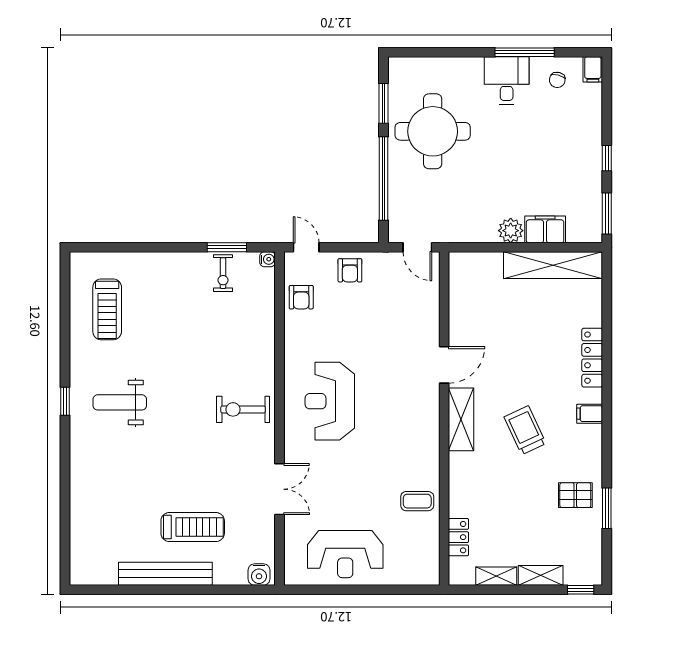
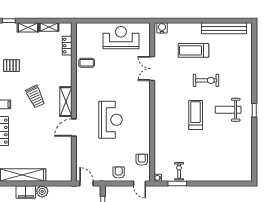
treadmill: (107, 309) -> (196, 115), moved
reception desk: (330, 401) -> (110, 120), moved
weight bench: (120, 402) -> (228, 110), turned 180
exercise bike: (243, 409) -> (206, 80), moved
bench: (165, 574) -> (224, 28), moved

